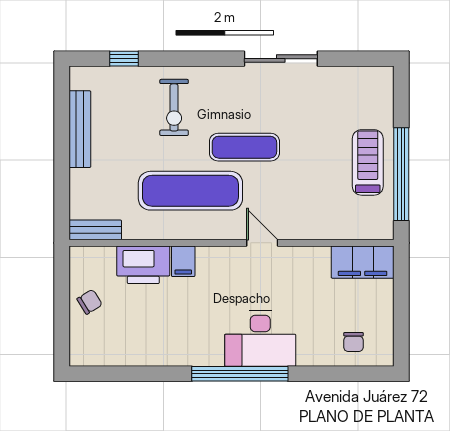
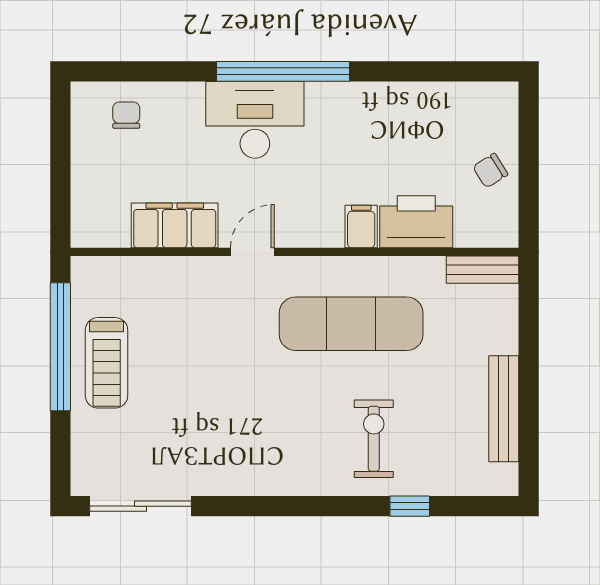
window: (124, 59) -> (410, 506), moved
sliding door: (281, 59) -> (140, 506), moved
exercise mat: (244, 147) -> (277, 384), removed
door: (262, 243) -> (252, 252), swing flipped
filing cabinet: (363, 262) -> (175, 225), moved

